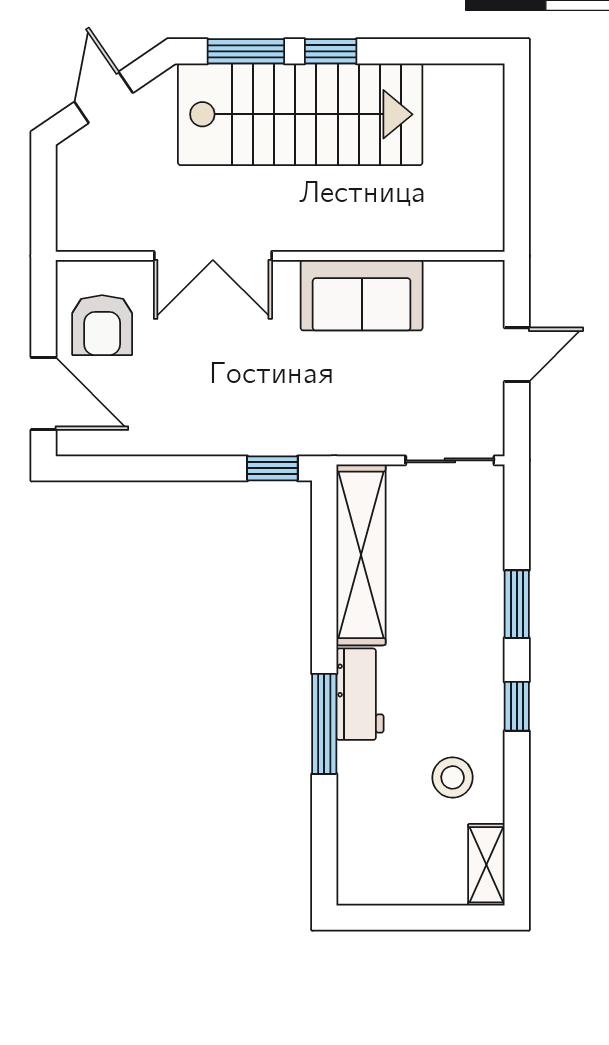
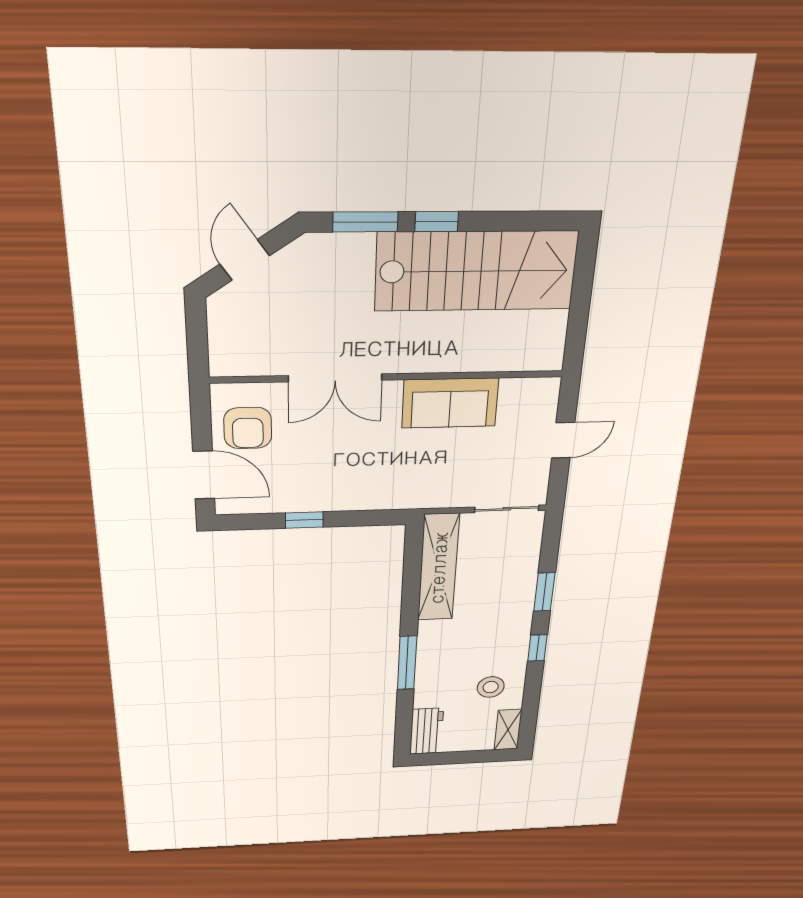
stairs: (300, 114) -> (476, 271), moved
window: (272, 468) -> (304, 520), moved
workbench: (360, 694) -> (426, 731), moved

